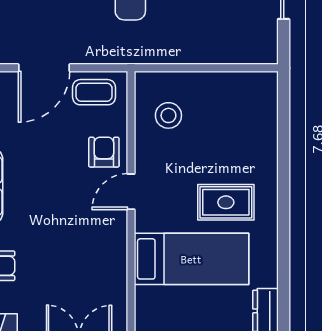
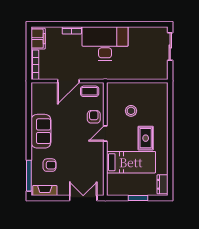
stool: (168, 115) -> (131, 111), moved
rug: (226, 202) -> (146, 138), turned 90

